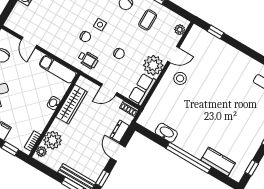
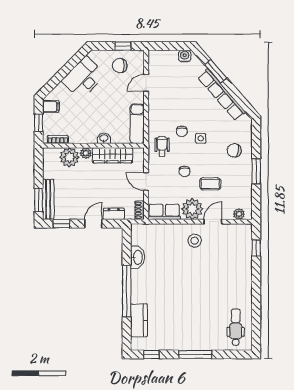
coffee table: (148, 20) -> (210, 184), moved
door: (173, 55) -> (213, 222), swing flipped
wheelchair: (88, 60) -> (162, 146), turned 180
plant: (41, 152) -> (86, 153), moved

